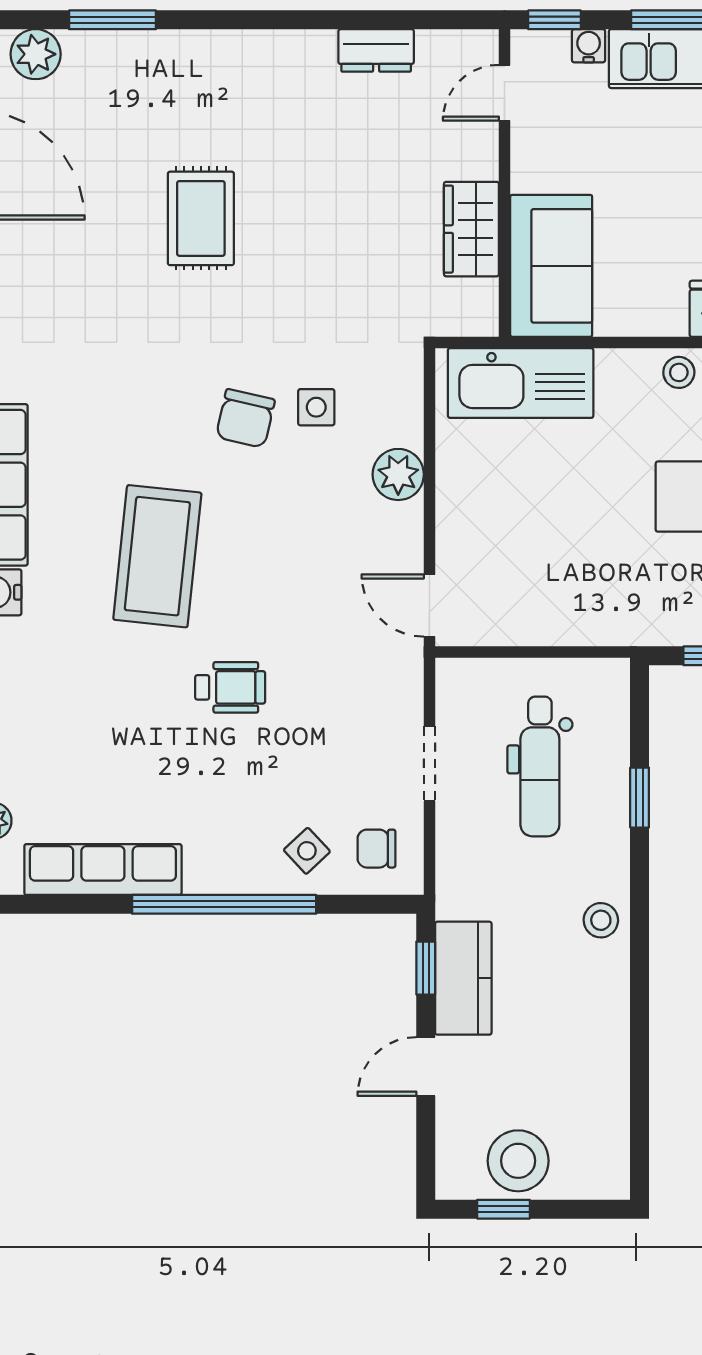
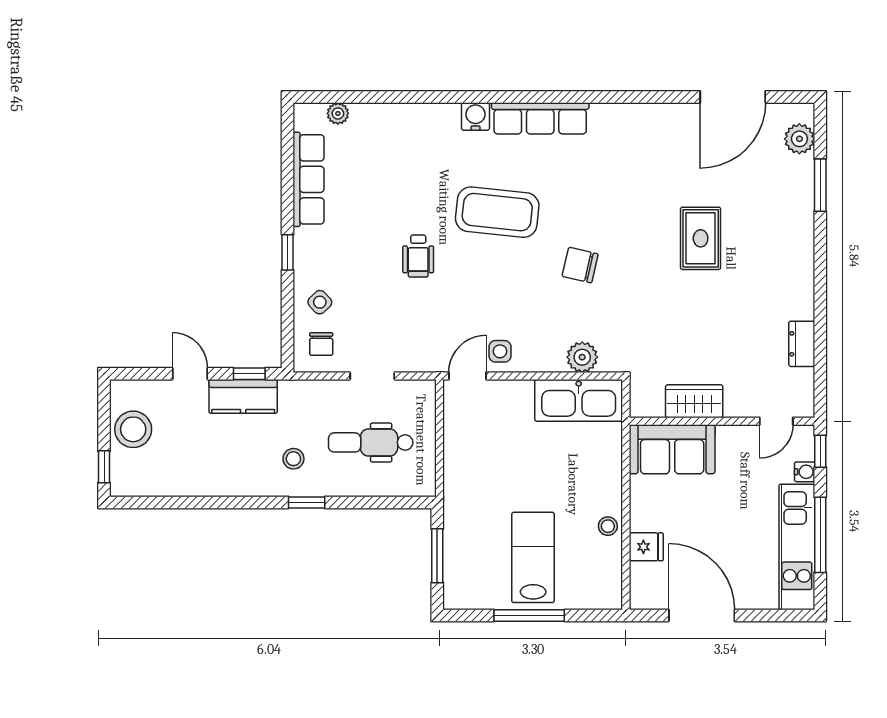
door: (504, 93) -> (776, 421), swing flipped
rug: (201, 218) -> (701, 238), turned 90
kitchen sink: (521, 383) -> (579, 400), moved, turned -90
side table: (316, 407) -> (500, 351), moved
plant: (398, 474) -> (582, 357), moved
window: (640, 798) -> (307, 502), moved
chair: (376, 849) -> (321, 344), turned 180
window: (224, 904) -> (288, 252), width x0.32
stool: (601, 920) -> (293, 459), moved
window: (504, 1209) -> (104, 467), moved

